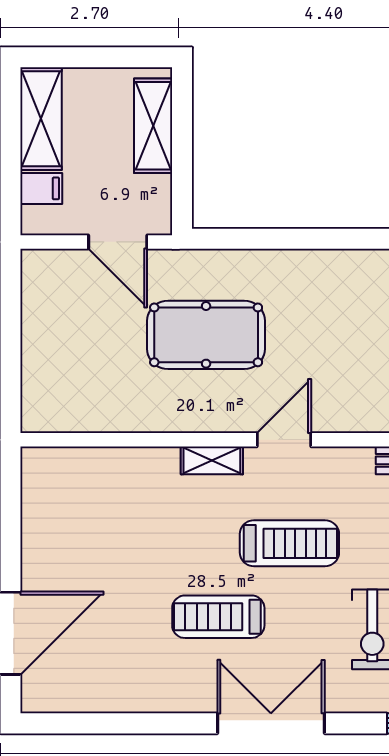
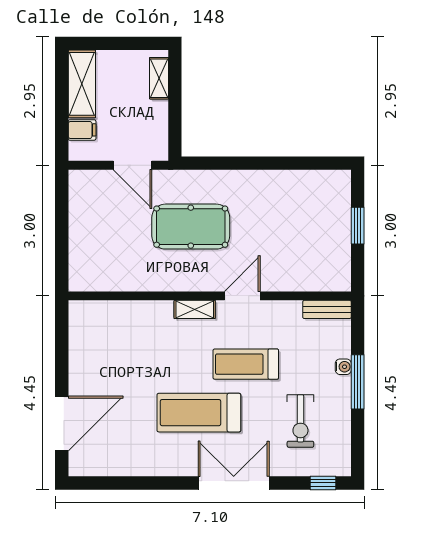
shelving: (153, 126) -> (159, 78), width x0.67, depth x0.75
treadmill: (289, 543) -> (246, 364), turned 180
treadmill: (218, 617) -> (199, 413), width x1.37, depth x1.38

